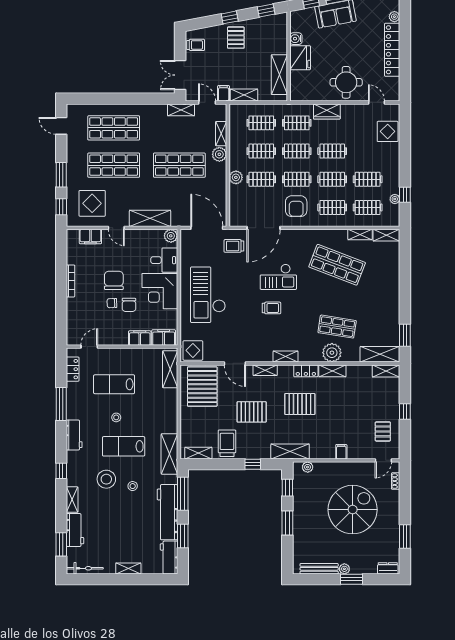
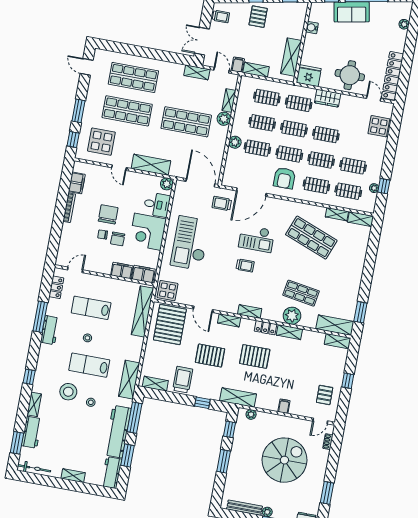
locker: (392, 50) -> (392, 76), moved
fridge: (300, 58) -> (309, 76), moved, turned -90
filing cabinet: (90, 236) -> (77, 183), moved, turned -90
shelving: (170, 369) -> (142, 311), width x1.47
workbench: (74, 435) -> (50, 330), moved

